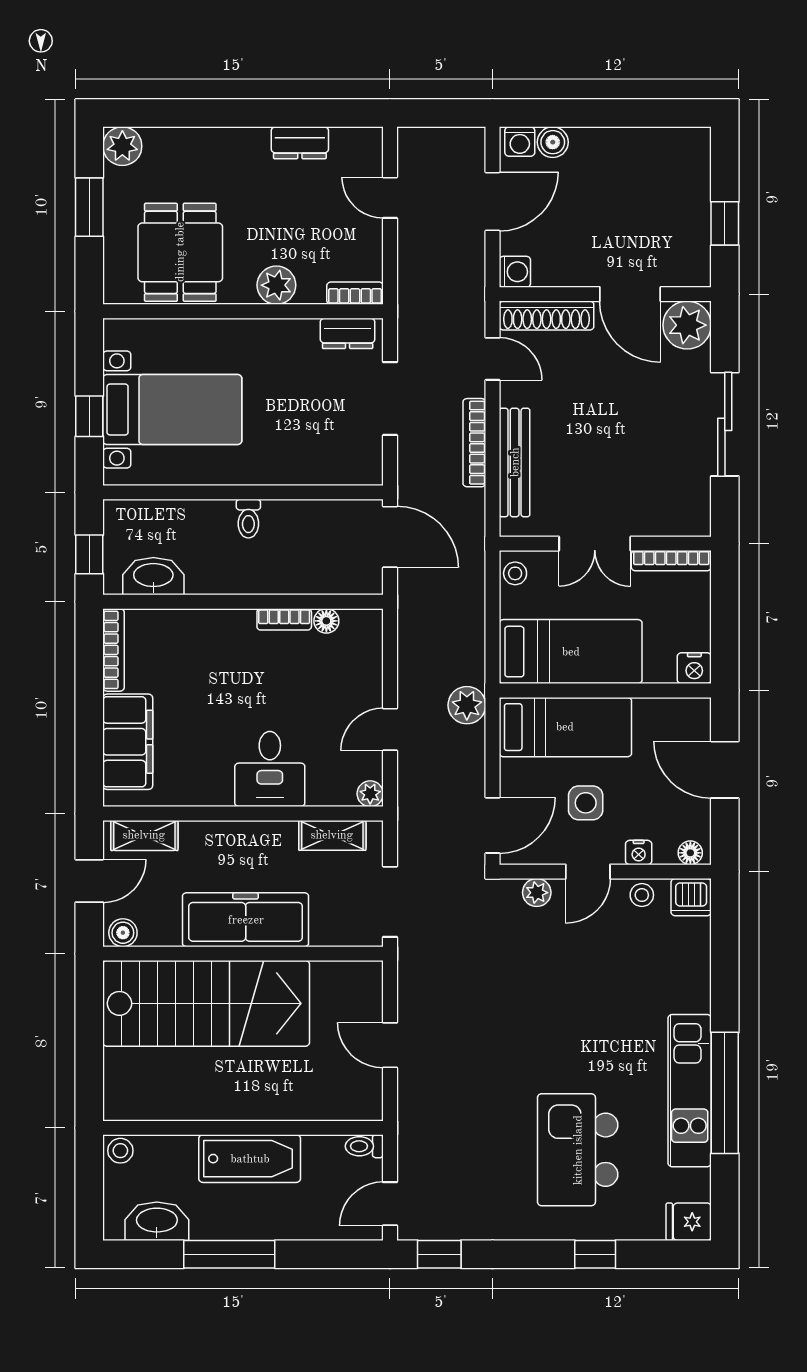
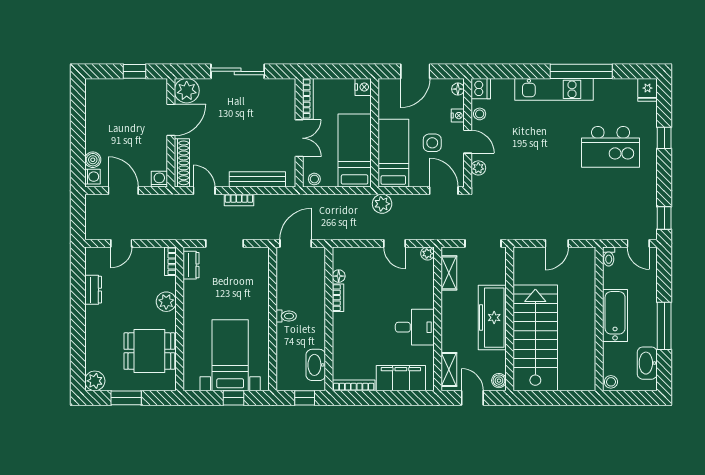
door: (492, 359) -> (204, 191), hinge flipped
bookcase: (474, 443) -> (239, 200), width x0.64
desk: (270, 769) -> (415, 327), moved
kitchen unit: (690, 1091) -> (554, 89), moved

